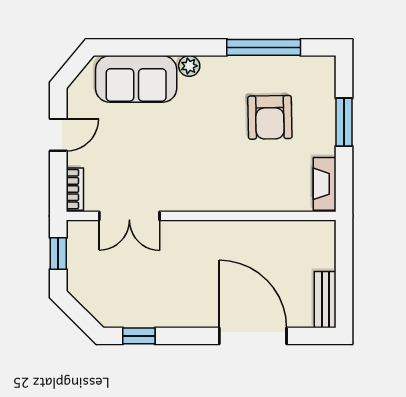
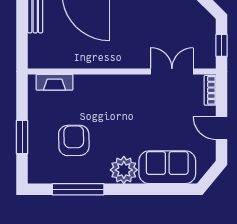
plant: (189, 66) -> (124, 170), width x1.87, depth x1.87
door: (58, 135) -> (222, 128), hinge flipped
fireplace: (325, 184) -> (55, 82), moved, turned 90

